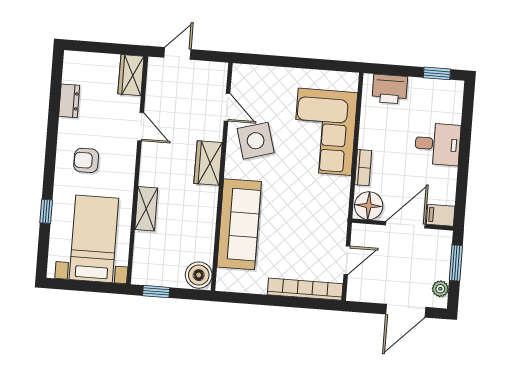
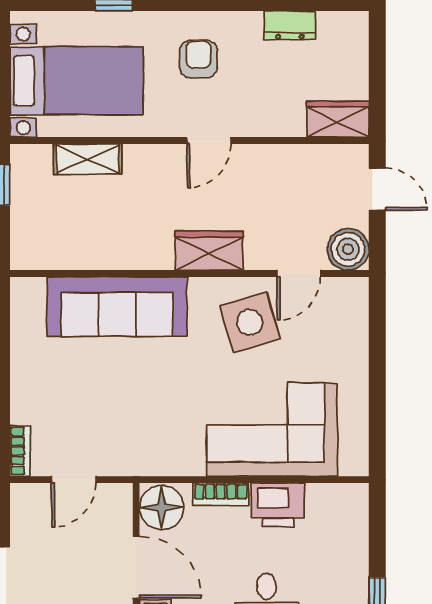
printer: (390, 89) -> (278, 505), moved, turned -90
door: (141, 127) -> (209, 141), moved
shelving: (146, 209) -> (88, 159), moved
door: (347, 260) -> (74, 480), hinge flipped
boiler: (199, 275) -> (348, 249), moved
bookcase: (305, 289) -> (20, 451), width x0.43, depth x0.76

